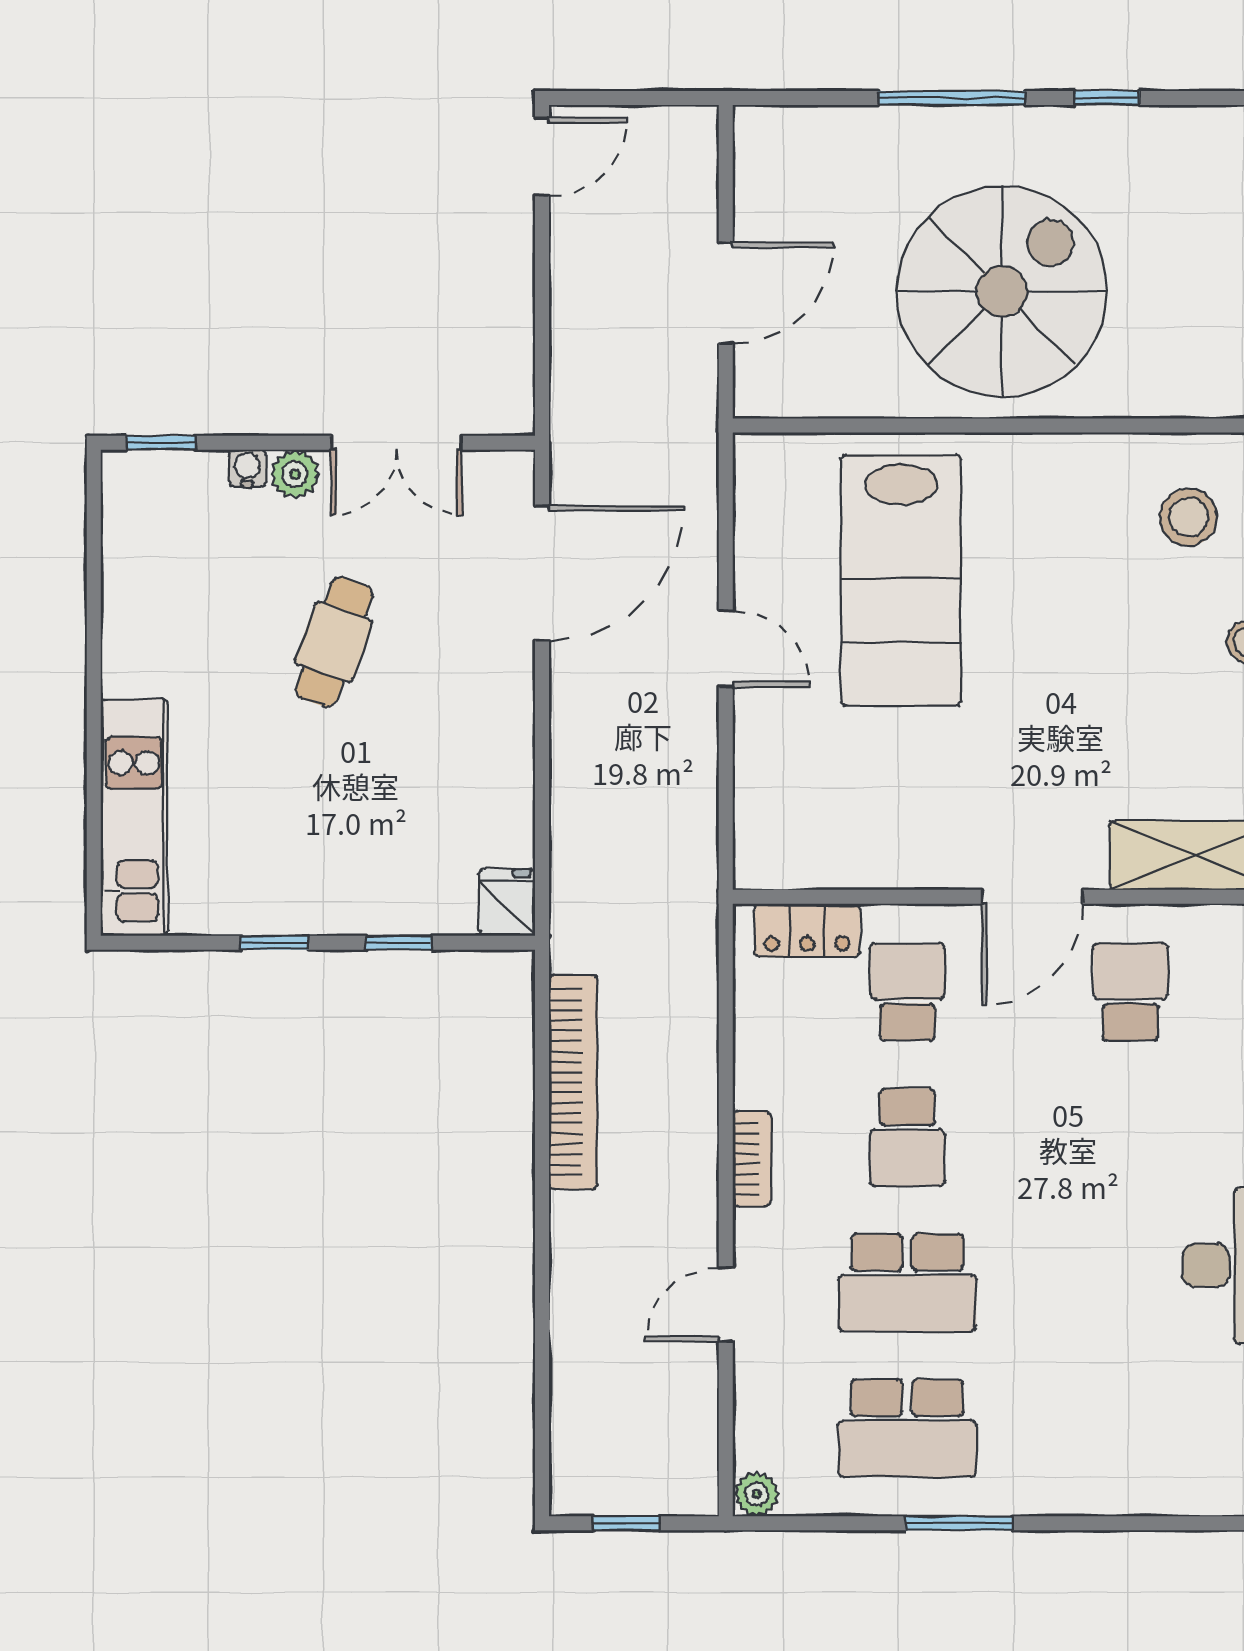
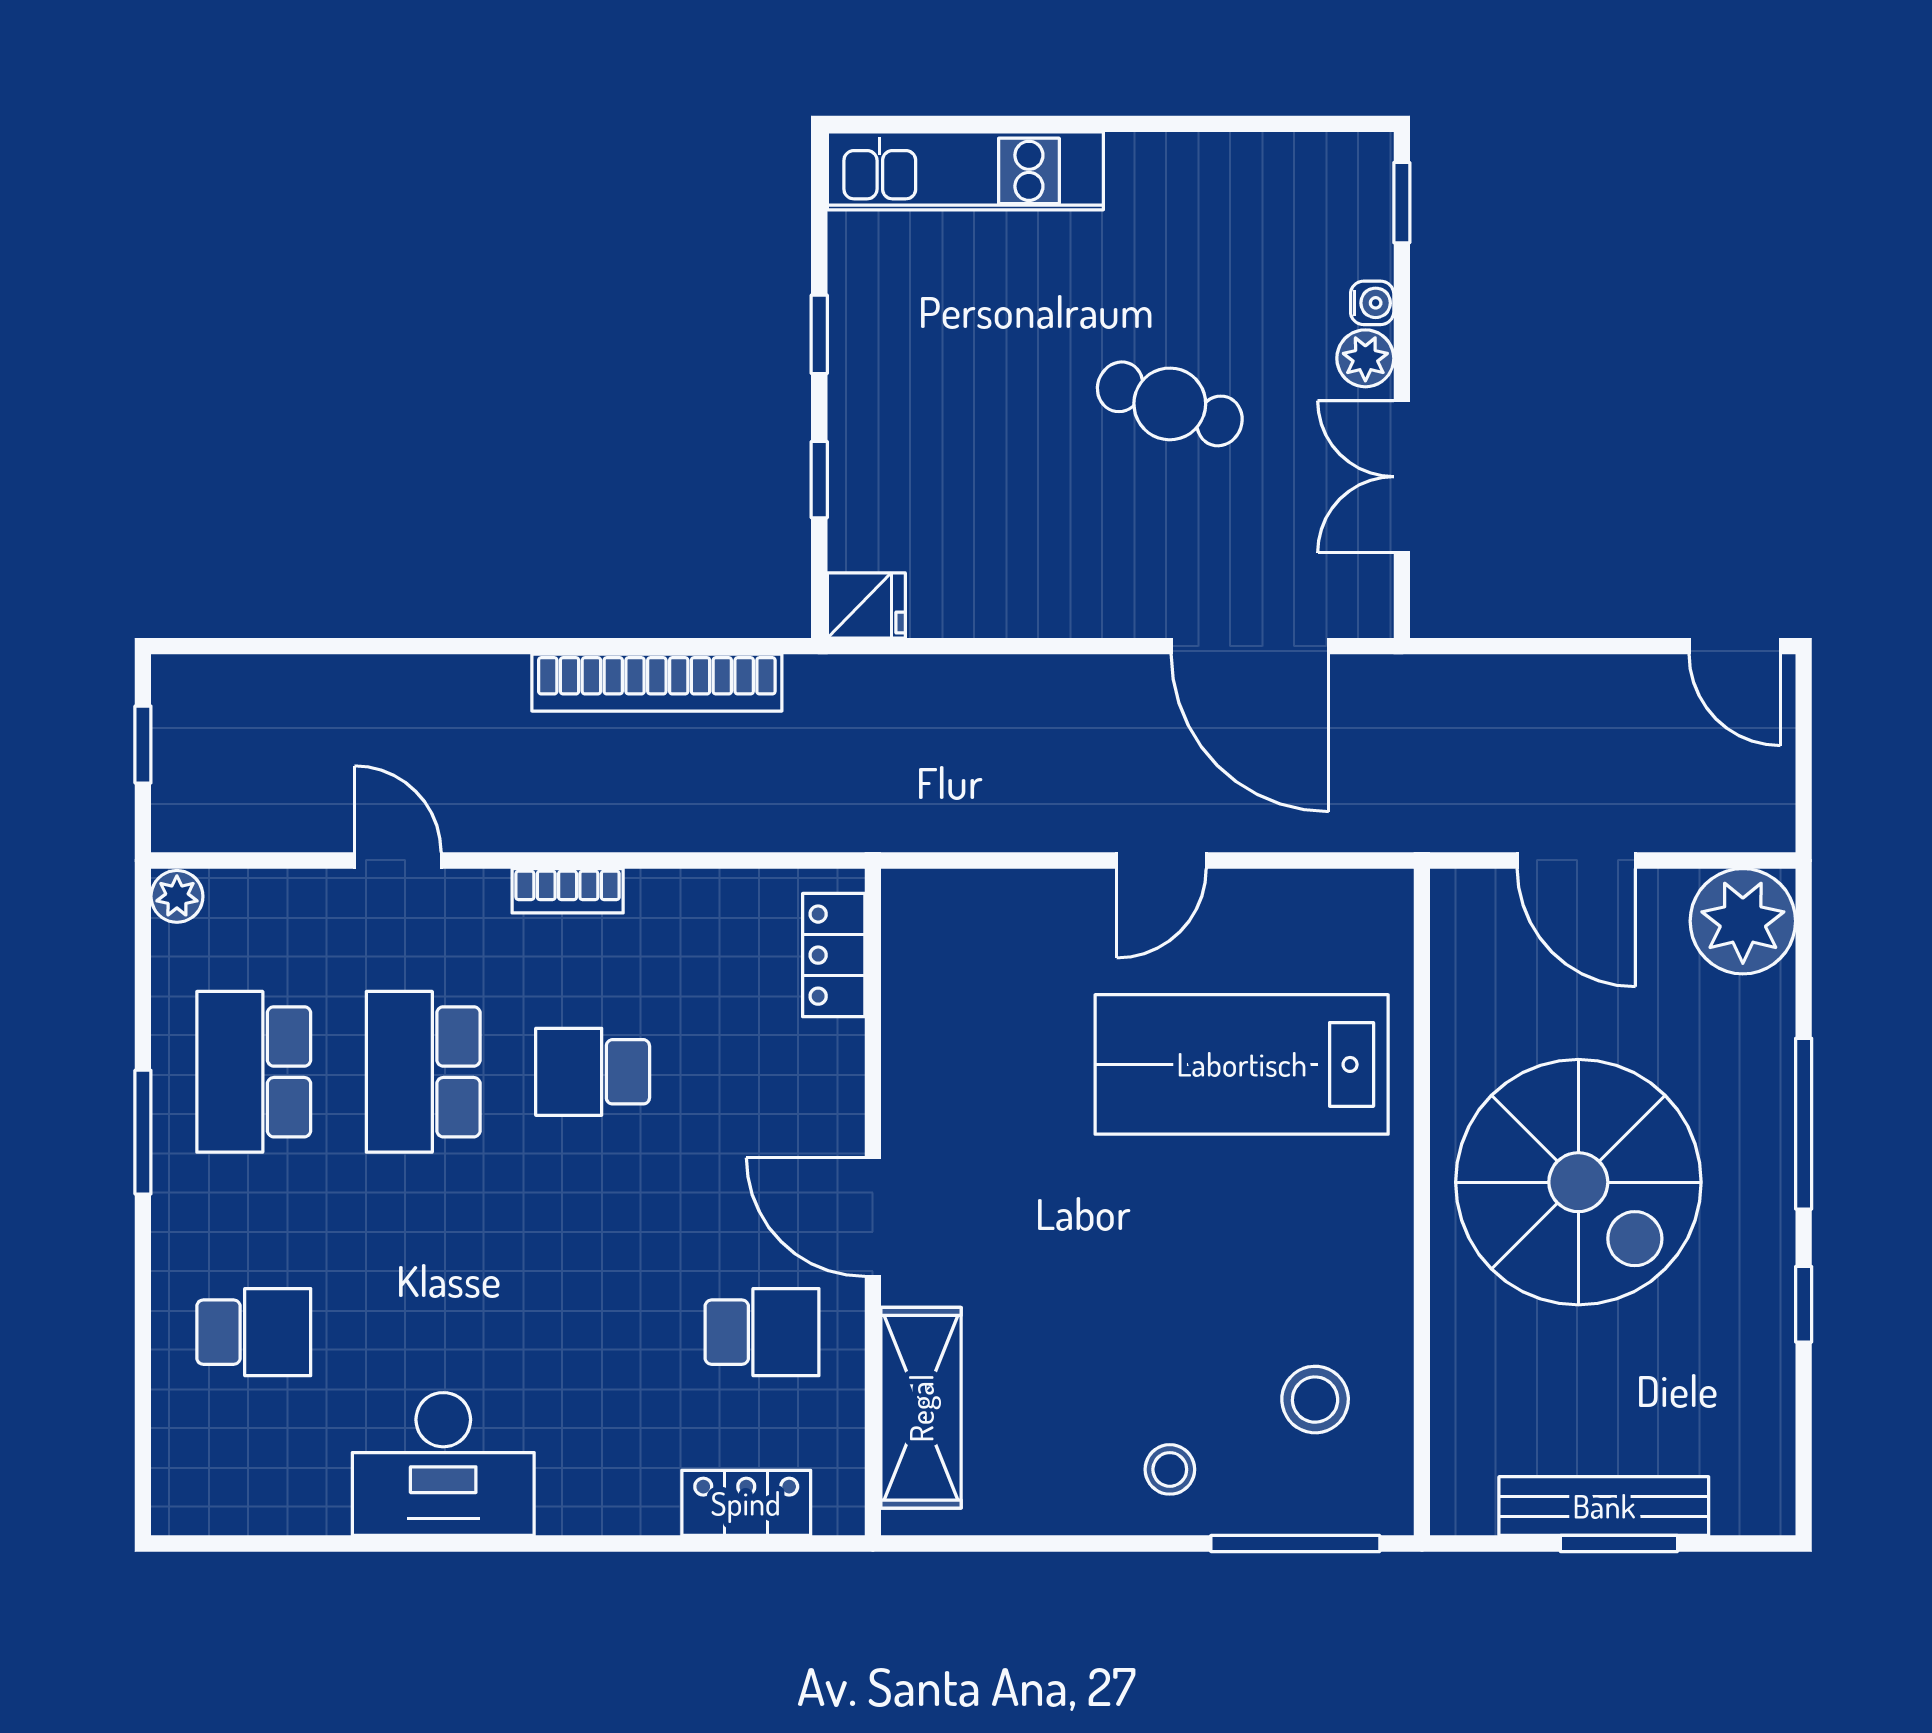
plant: (778, 150) -> (1743, 921), added
school desk: (907, 992) -> (254, 1332), moved

